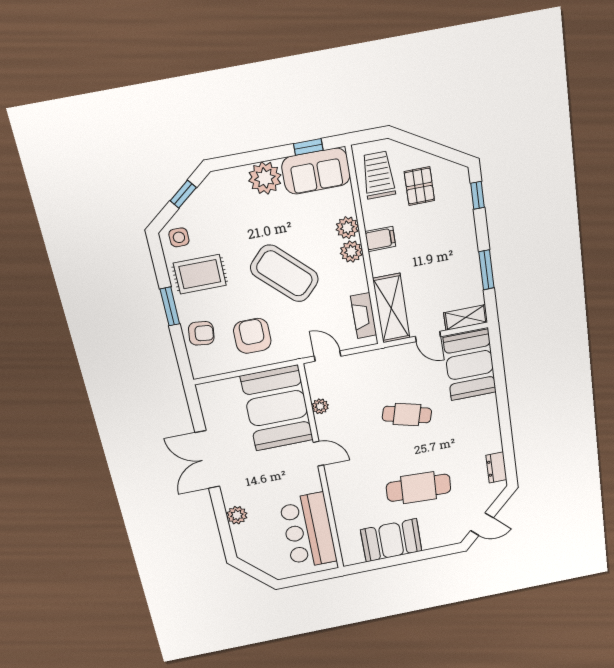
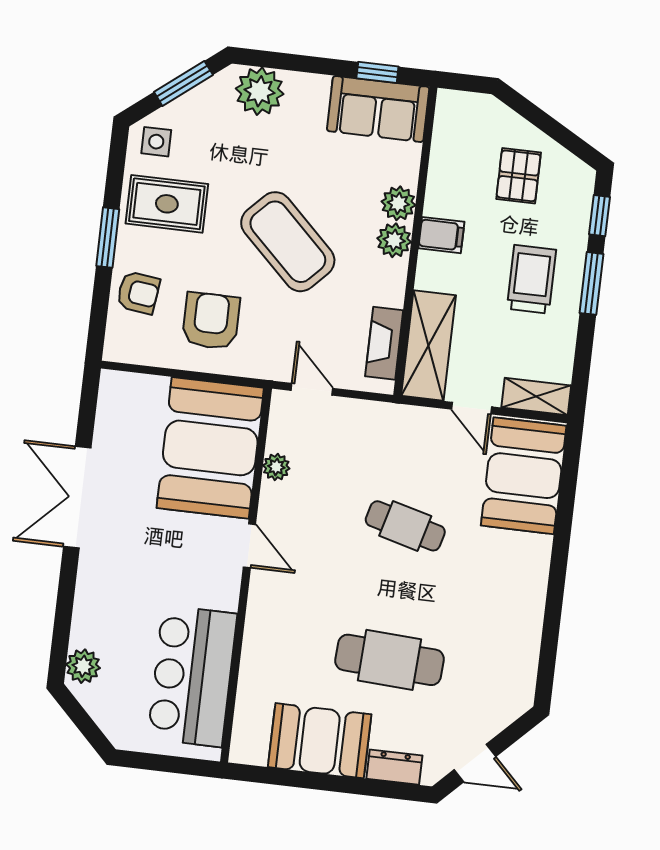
trolley: (378, 175) -> (531, 279), moved
plant: (265, 178) -> (260, 91), moved
window: (183, 194) -> (183, 83), width x1.50
window: (487, 270) -> (592, 283), moved
dresser: (496, 467) -> (394, 767), moved, turned 90
plant: (237, 515) -> (83, 666), moved

